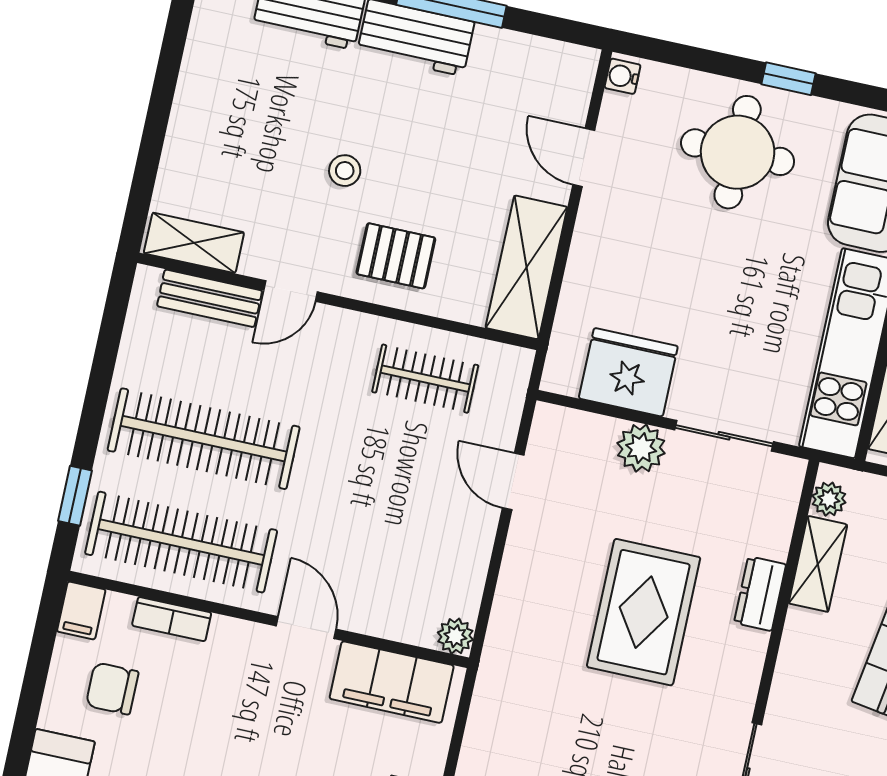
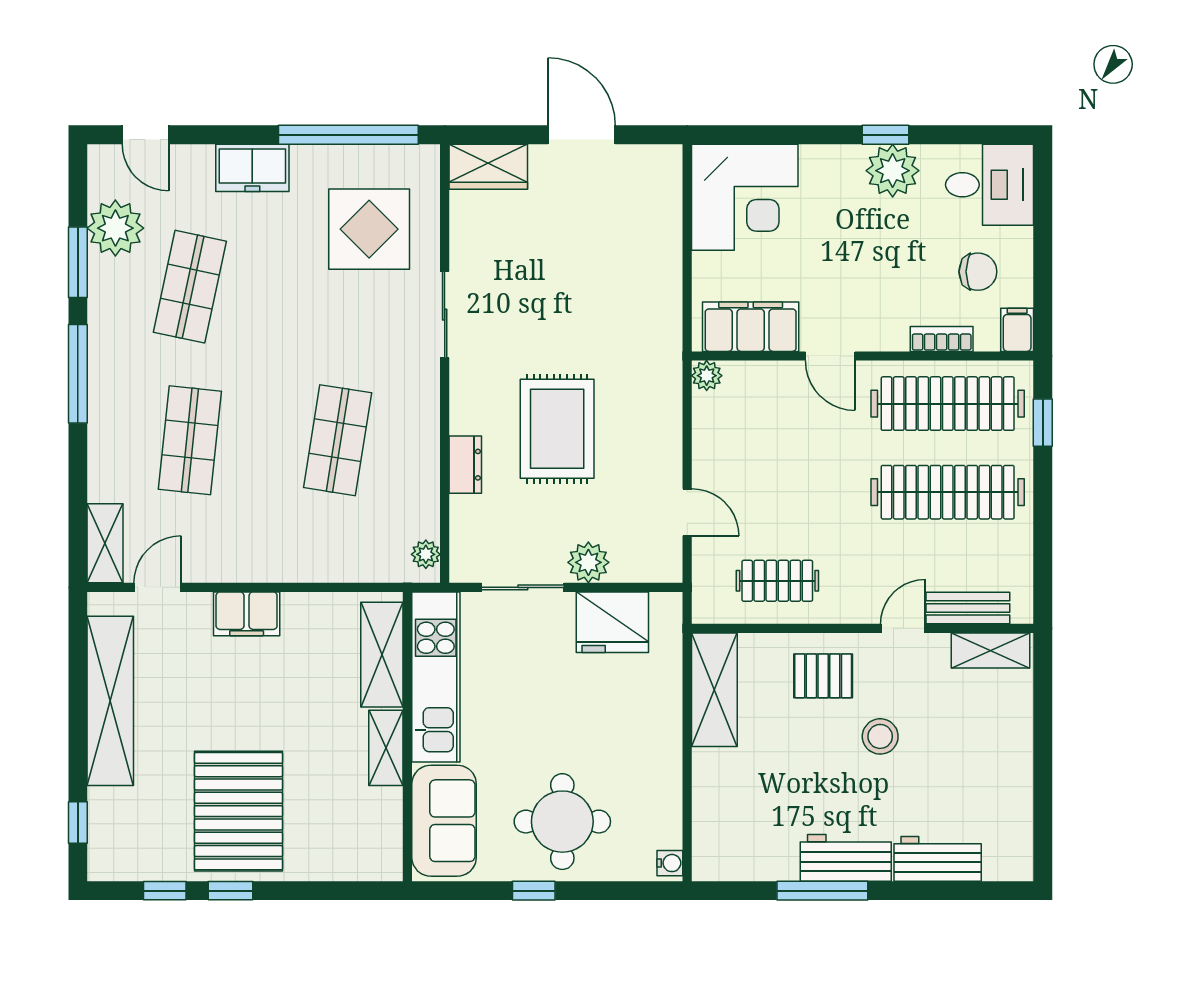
door: (584, 158) -> (687, 790), removed
stool: (345, 171) -> (880, 736), width x1.37, depth x1.37
shelving: (818, 564) -> (423, 499), removed

